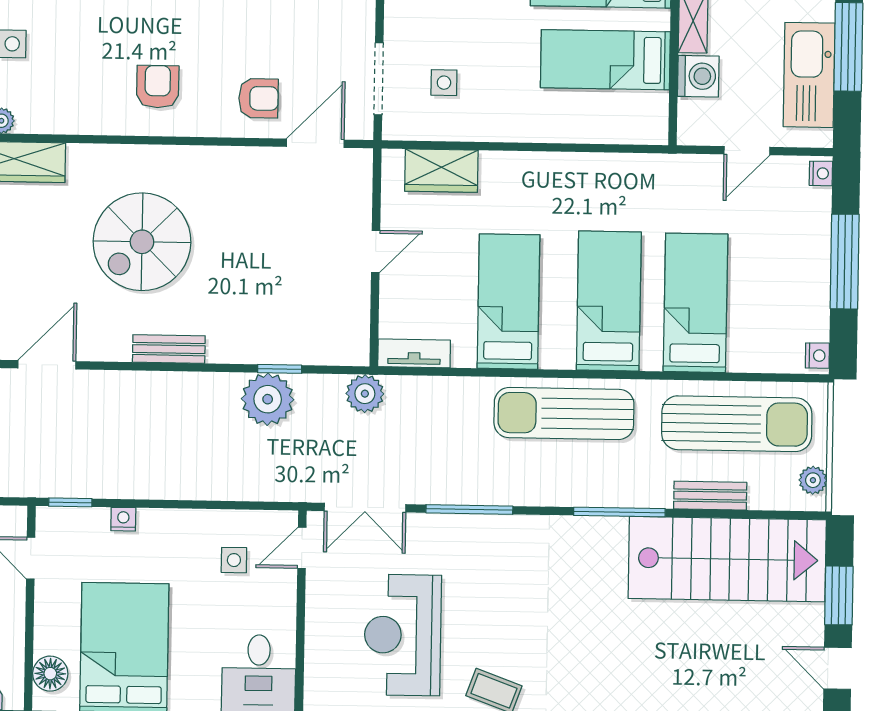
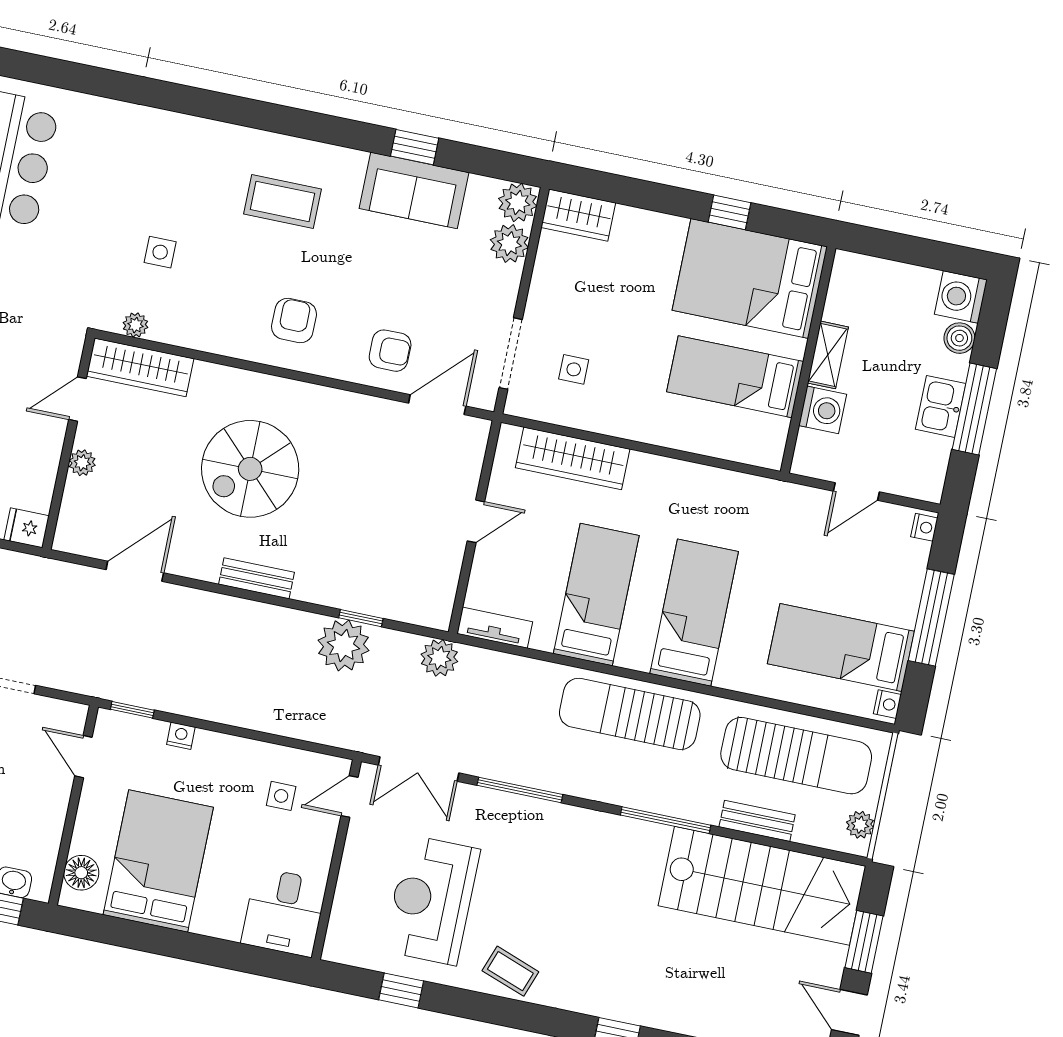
kitchen sink: (809, 75) -> (941, 406), width x0.53, depth x0.81
wardrobe: (441, 171) -> (573, 458), width x1.50
bed: (696, 303) -> (841, 647), moved, turned -90

